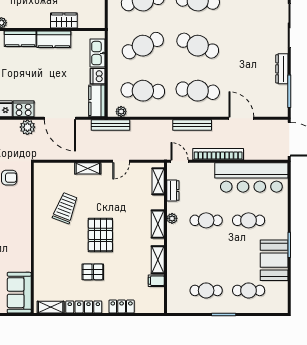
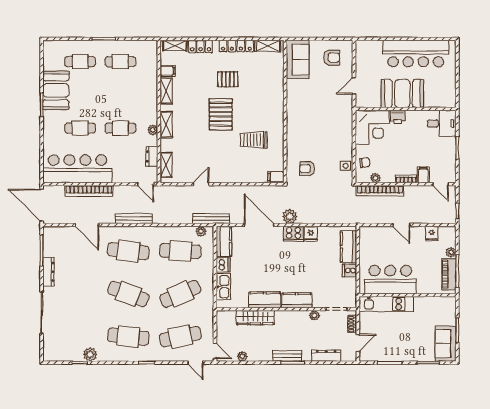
wardrobe: (64, 20) -> (255, 318), width x1.50
bookcase: (218, 154) -> (89, 191), moved
shelving: (88, 168) -> (175, 46), moved
filing cabinet: (42, 169) -> (276, 177), added
trolley: (65, 208) -> (254, 140), turned 69

